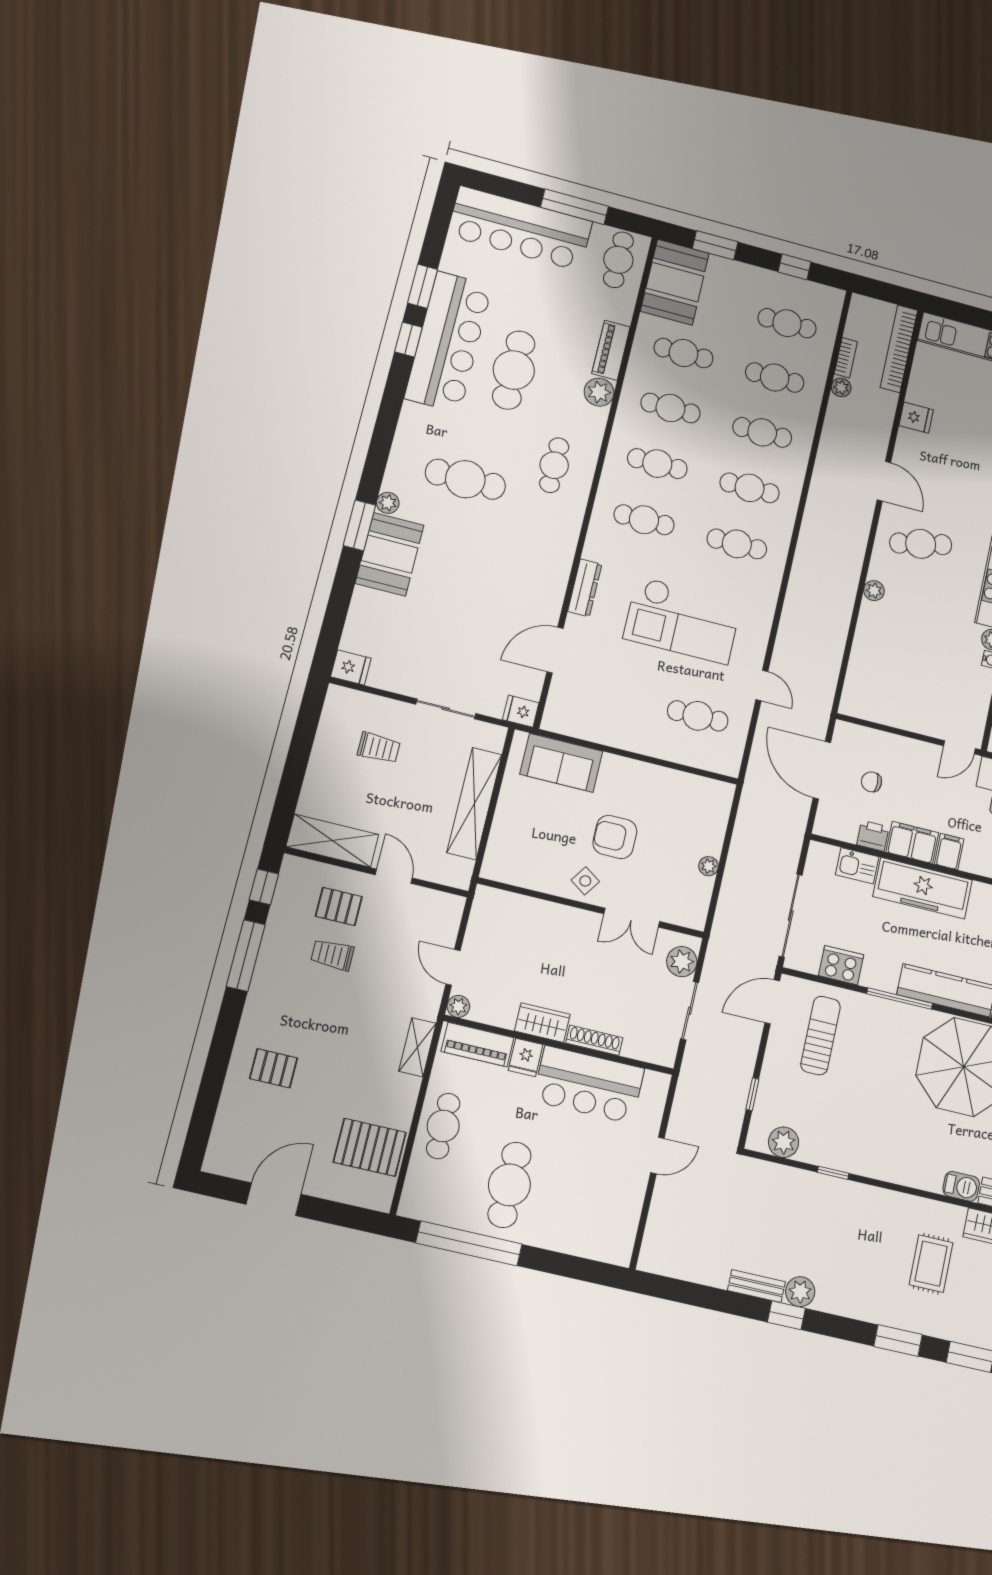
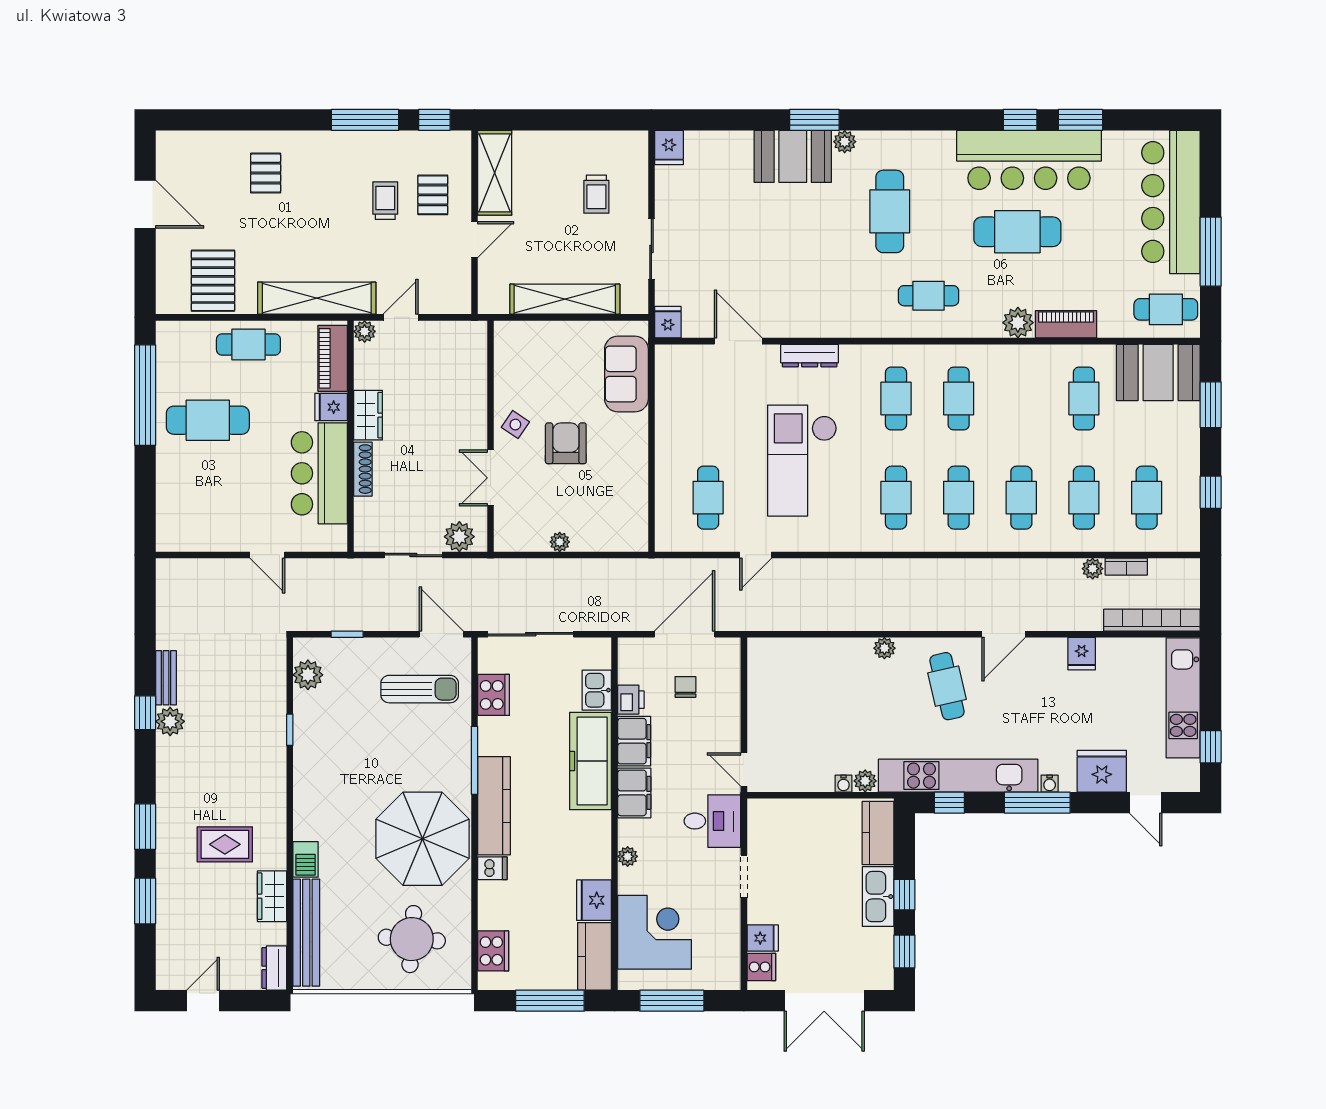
cafe table: (670, 408) -> (1021, 398), removed
filing cabinet: (949, 852) -> (634, 793), width x2.00
shelving: (417, 1047) -> (317, 298), width x2.20, depth x1.33

